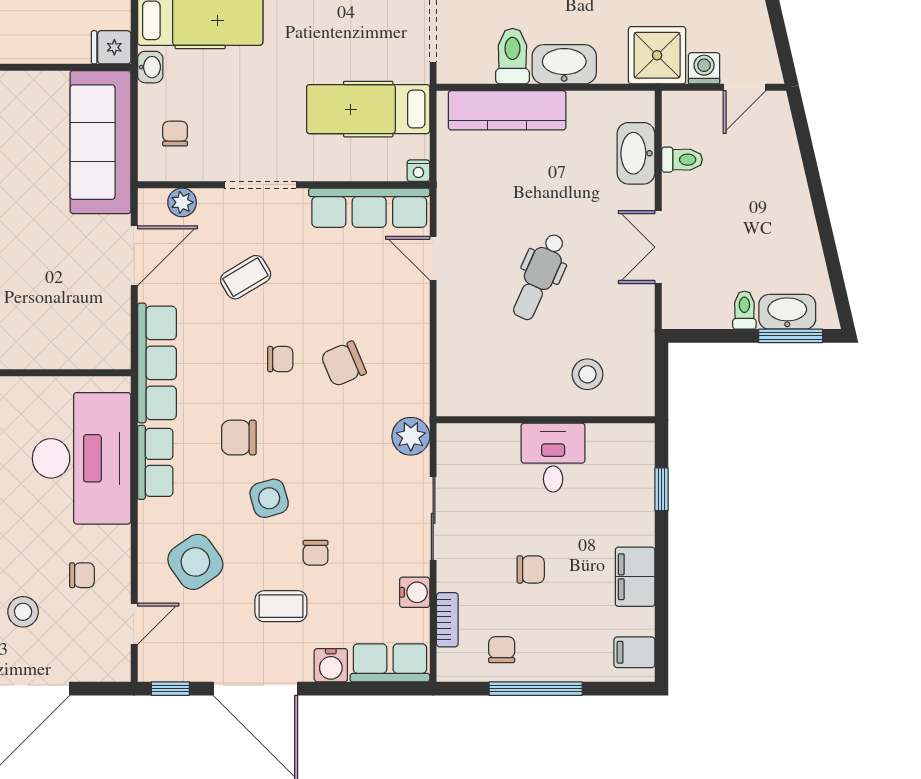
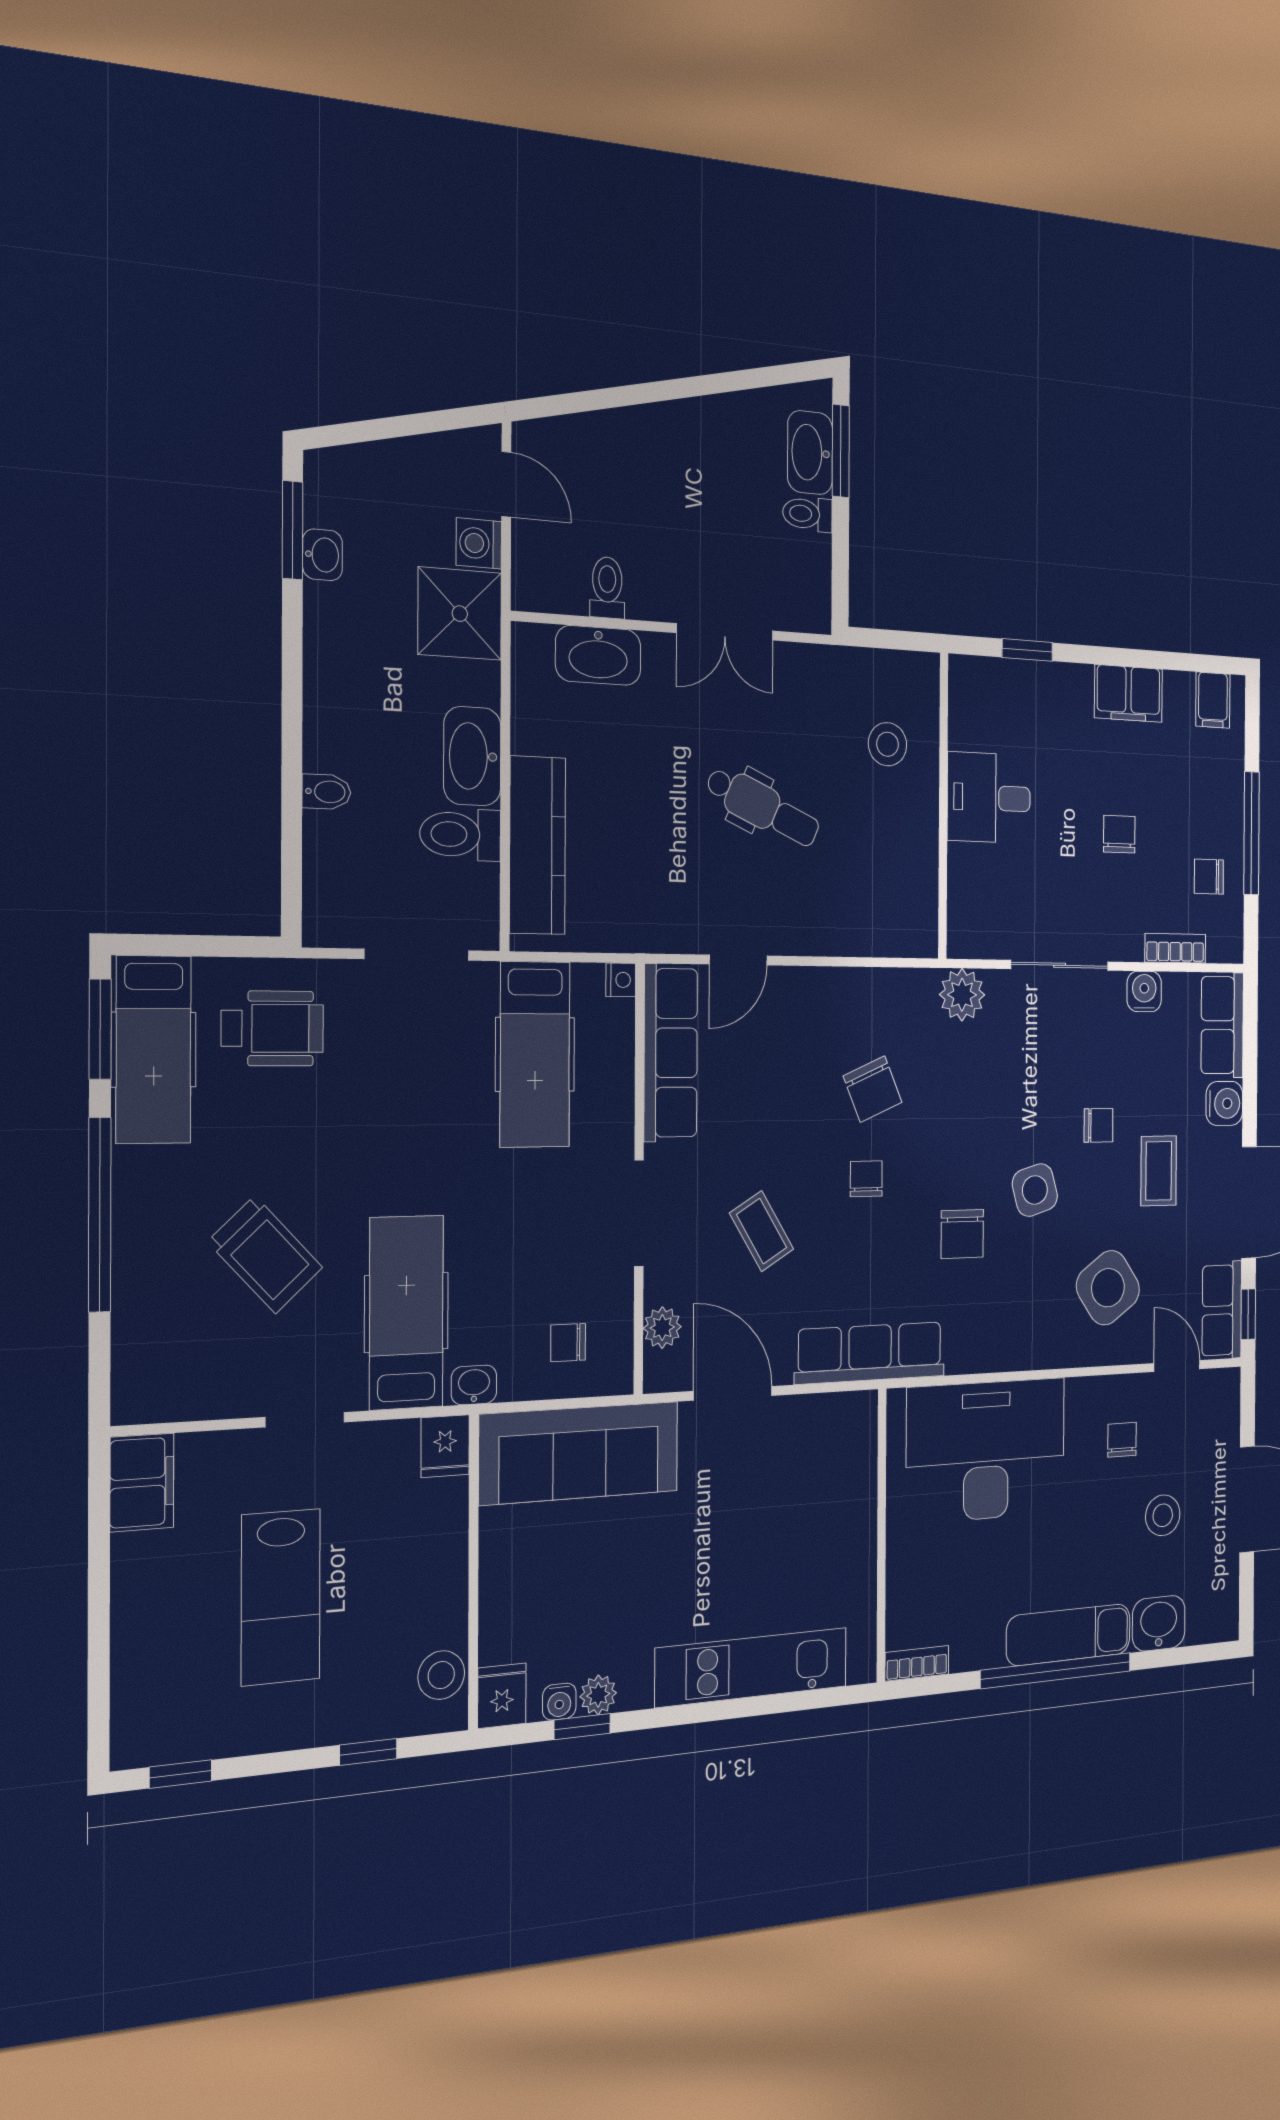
row of seats: (155, 462) -> (1222, 1310), moved, turned -90

